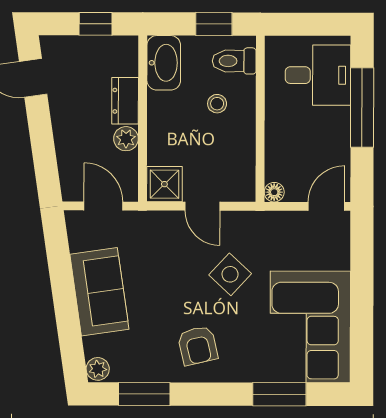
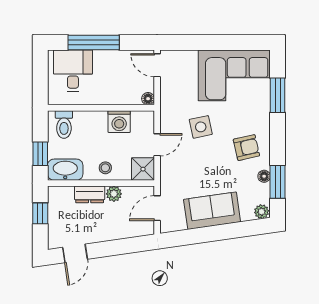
window: (214, 24) -> (40, 154), moved
stool: (217, 104) -> (105, 168), moved
washing machine: (239, 147) -> (119, 122), added
side table: (230, 274) -> (201, 127), turned 35
floor lamp: (153, 373) -> (264, 176), added

